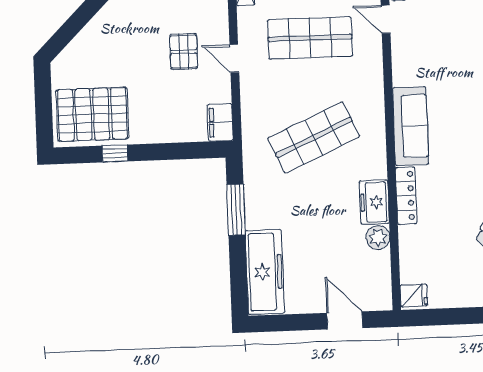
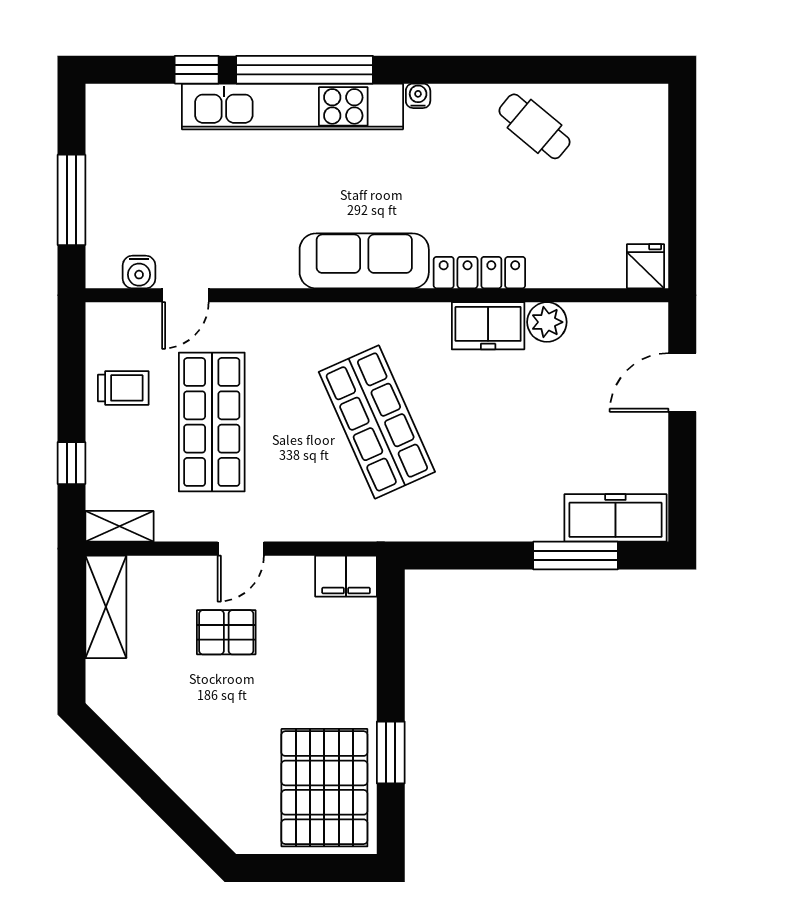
window: (115, 153) -> (391, 753), width x1.50
window: (236, 210) -> (576, 556), moved
freezer: (265, 272) -> (615, 518), width x0.73, depth x0.79

